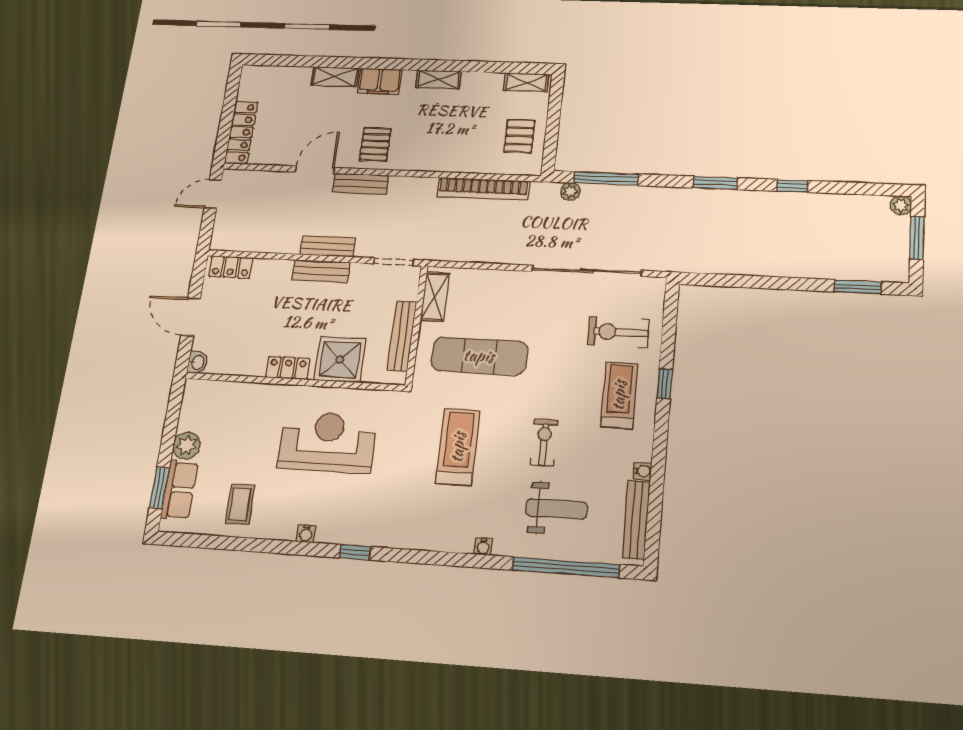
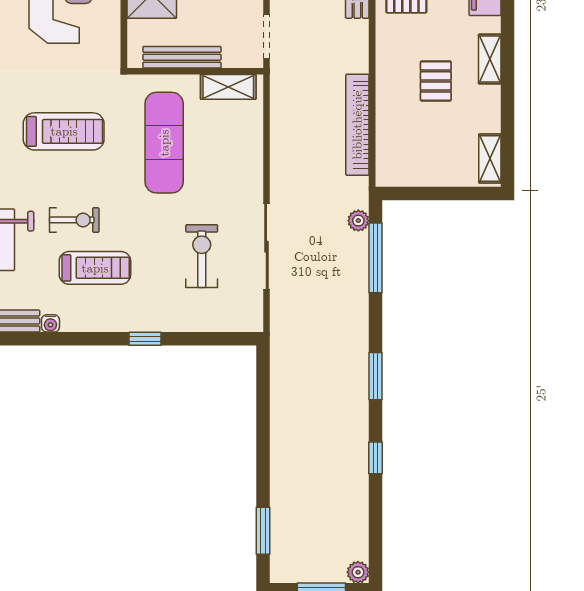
pallet: (519, 136) -> (436, 81), moved, turned 90
sliding door: (587, 271) -> (266, 247), width x0.73
exercise bike: (618, 332) -> (202, 256), moved
treadmill: (619, 395) -> (95, 268), moved

